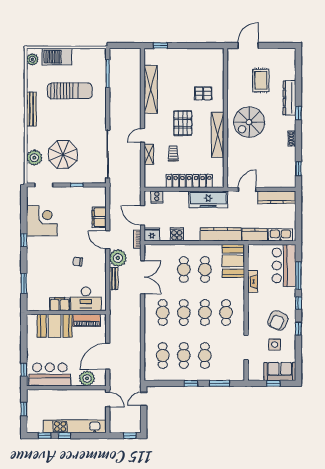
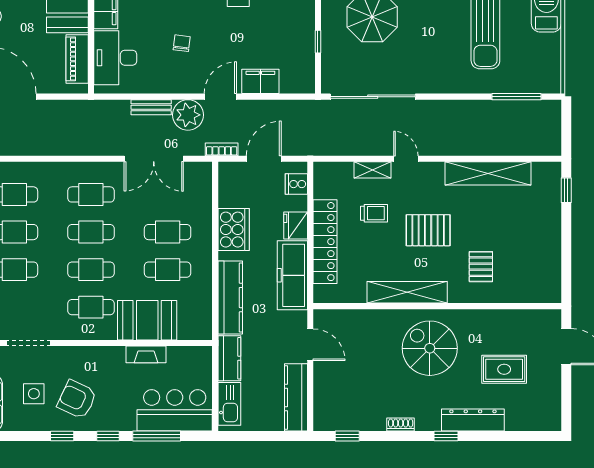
cooker: (177, 234) -> (234, 230), width x1.87, depth x1.31
fridge: (152, 235) -> (296, 225), moved, turned 180
booth: (233, 261) -> (147, 320), moved

